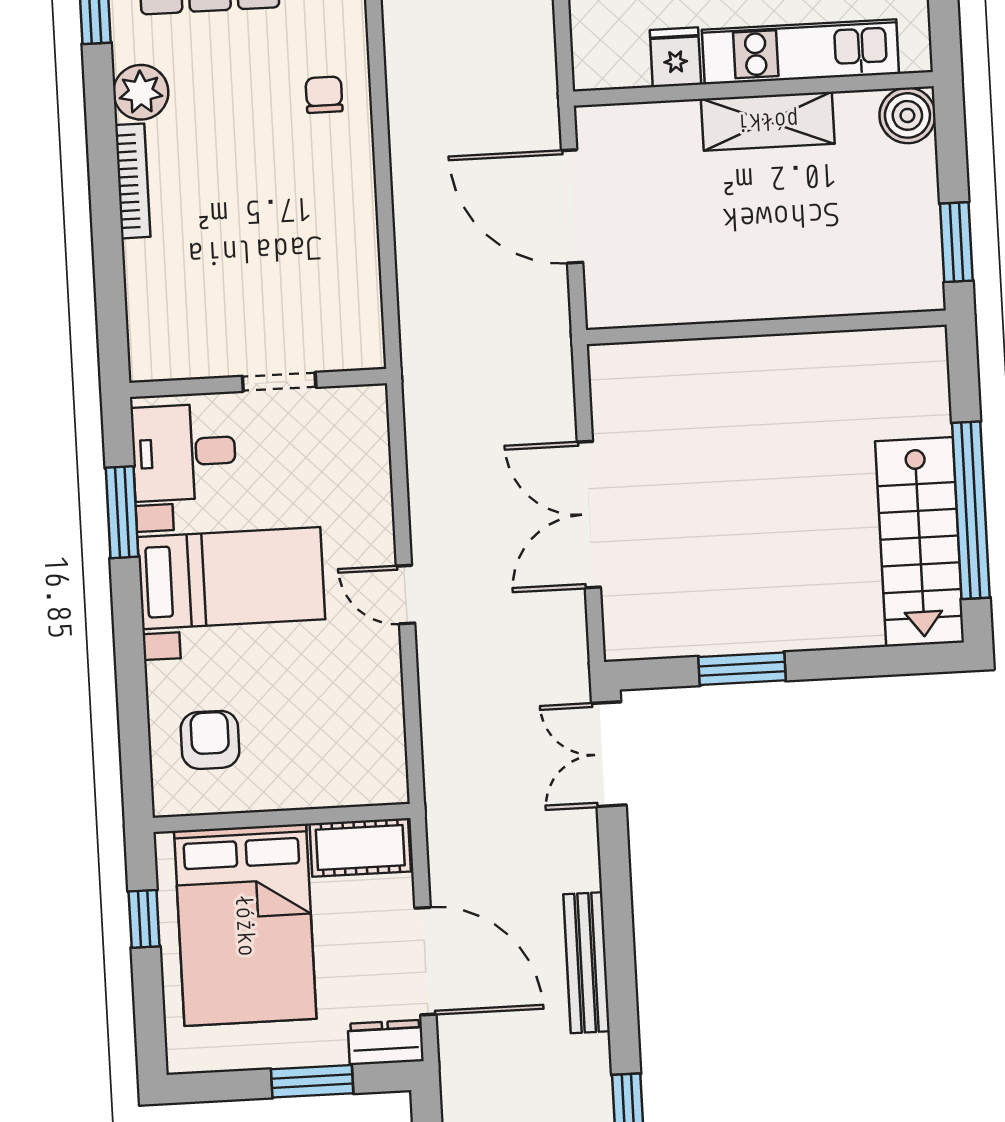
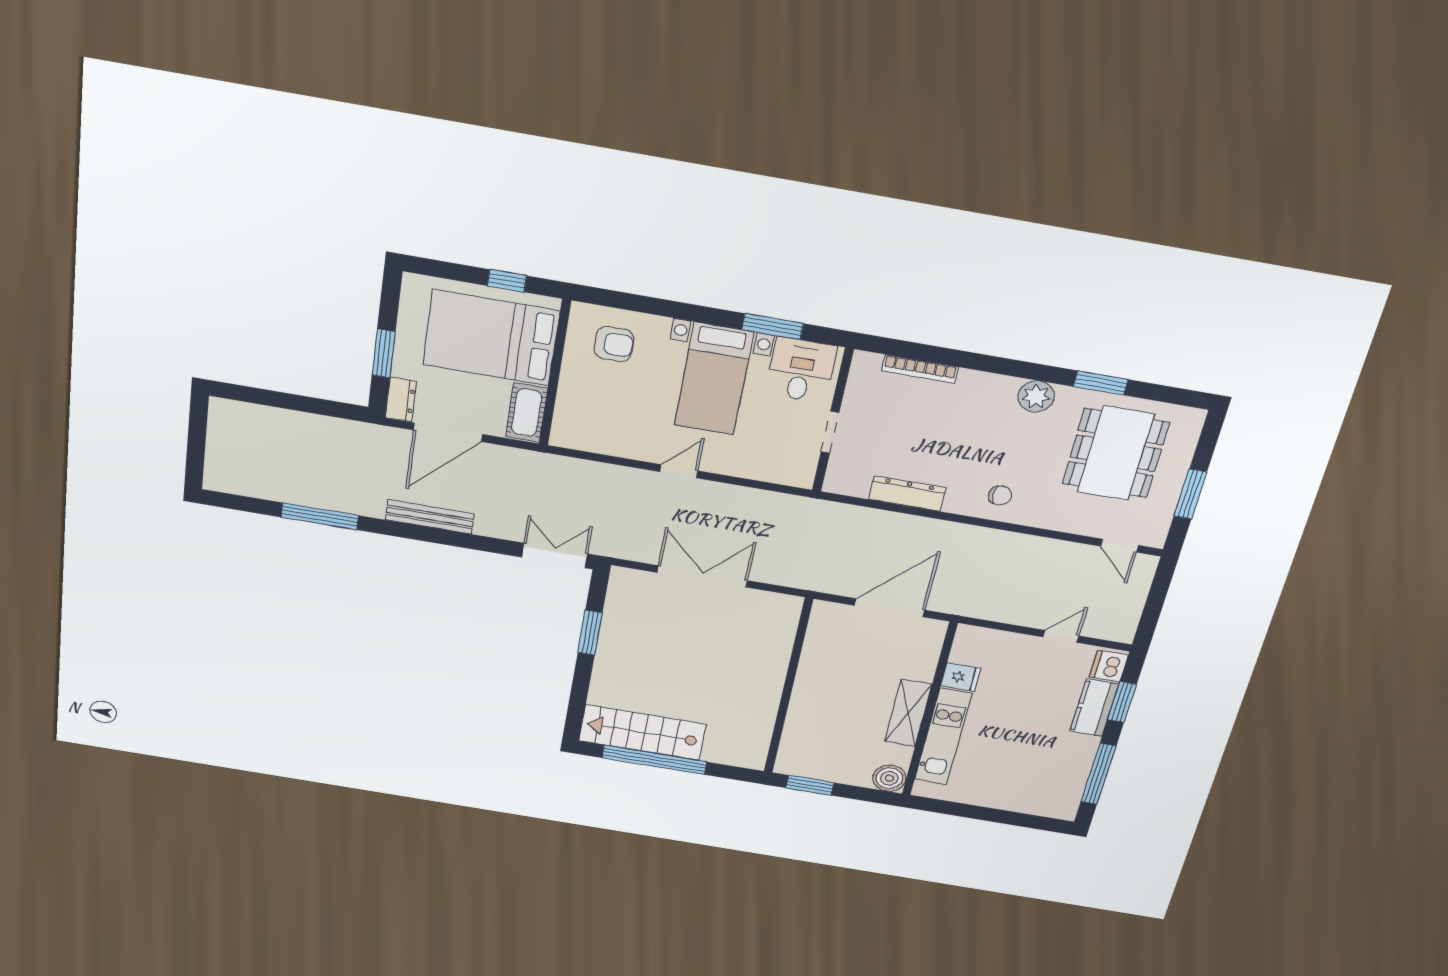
bookcase: (133, 181) -> (920, 369), moved
dresser: (357, 236) -> (907, 494), added

